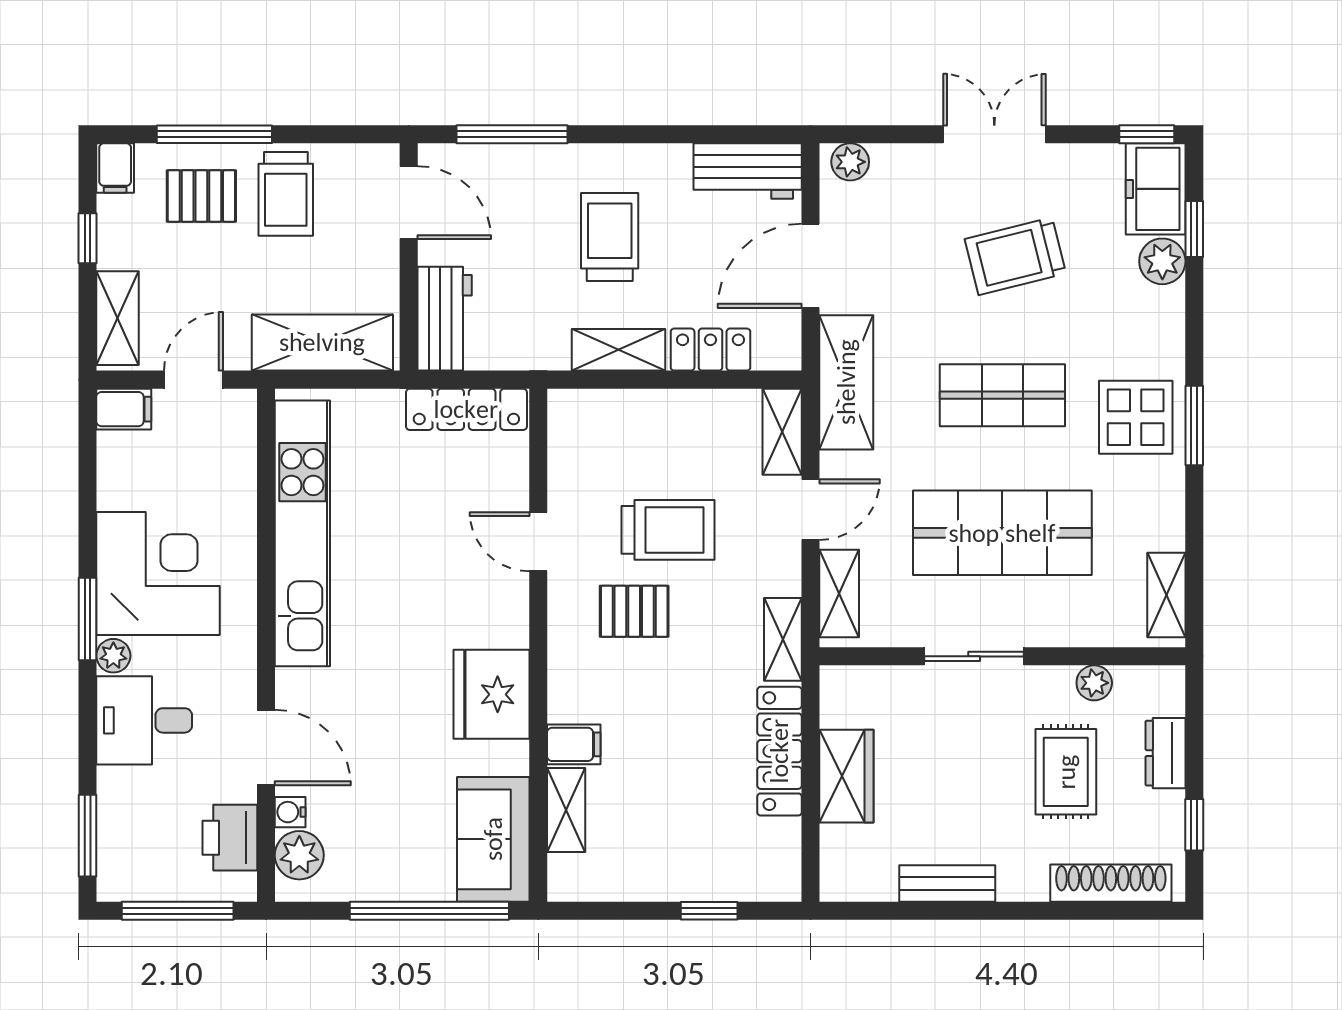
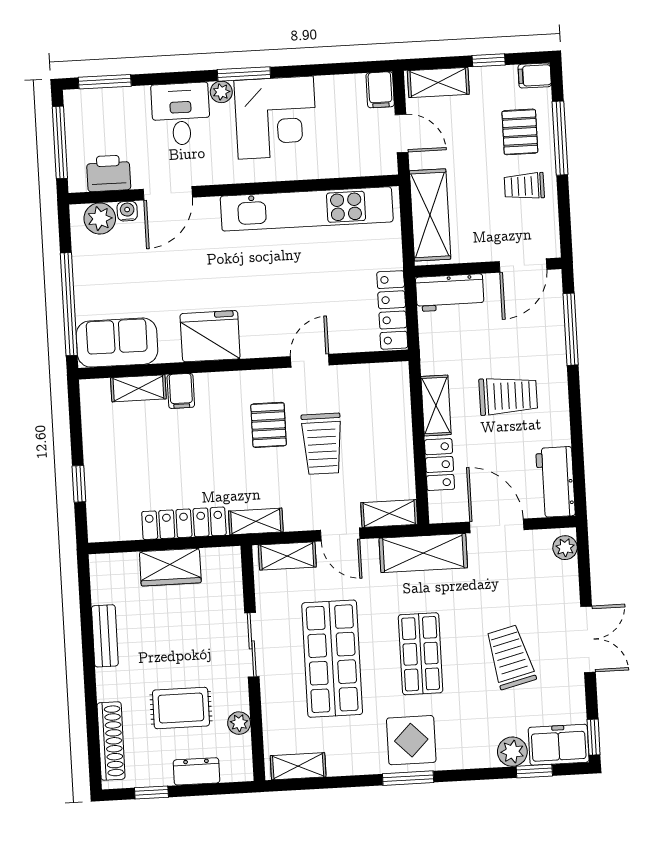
trolley: (286, 194) -> (524, 186), width x0.73, depth x0.72

